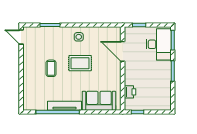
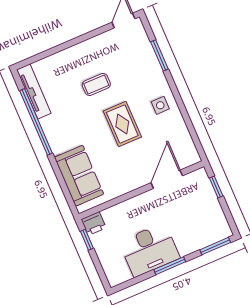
desk: (159, 44) -> (149, 250), moved
printer: (130, 92) -> (94, 224), moved
tv unit: (65, 106) -> (34, 91), moved

